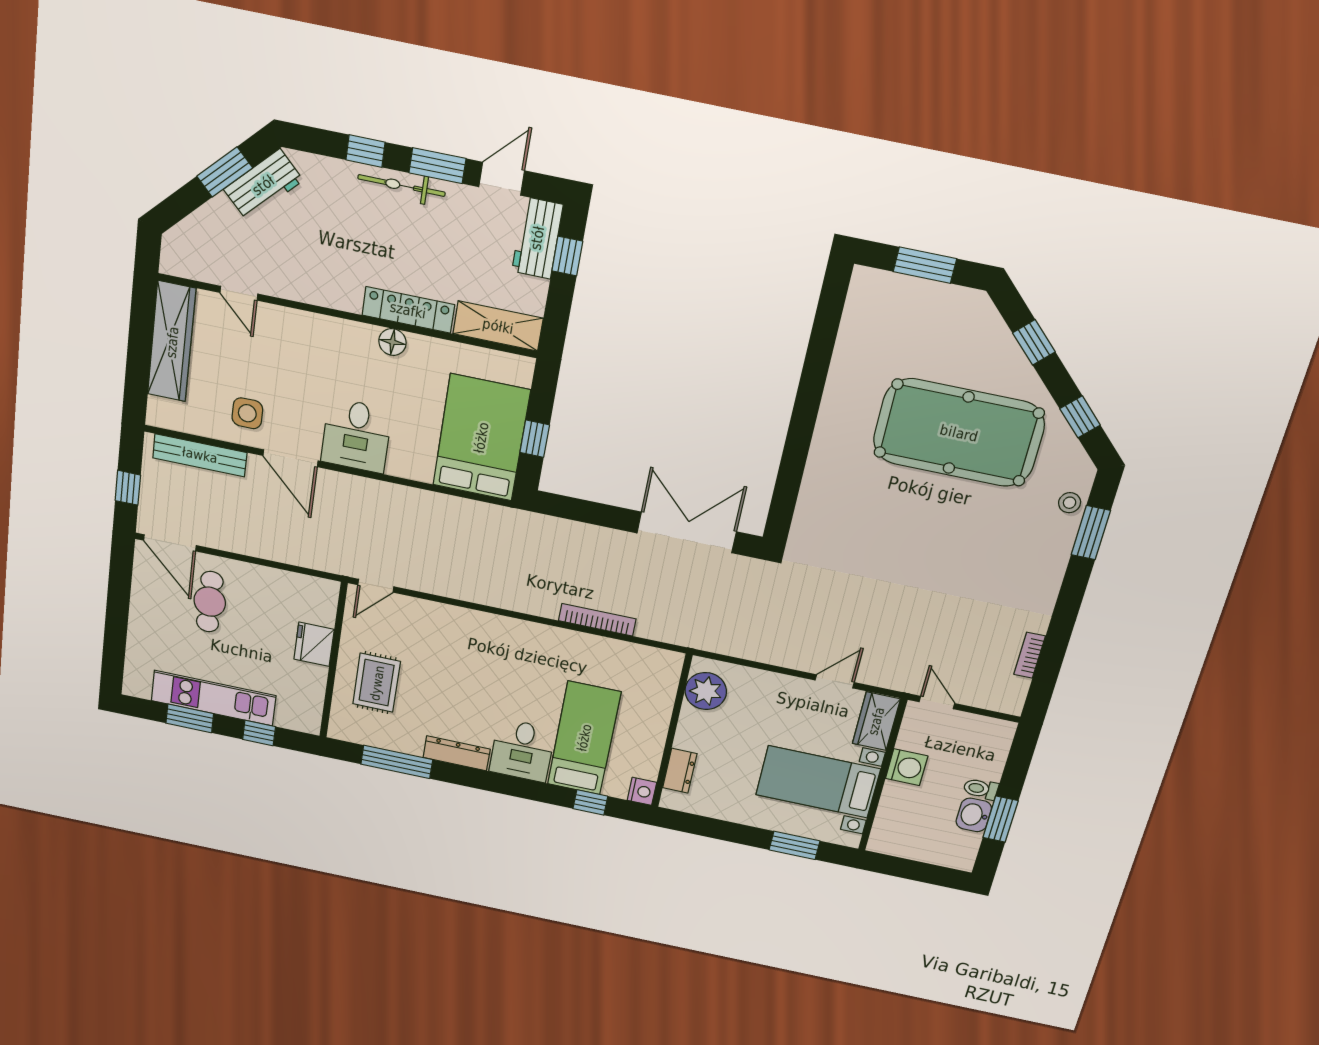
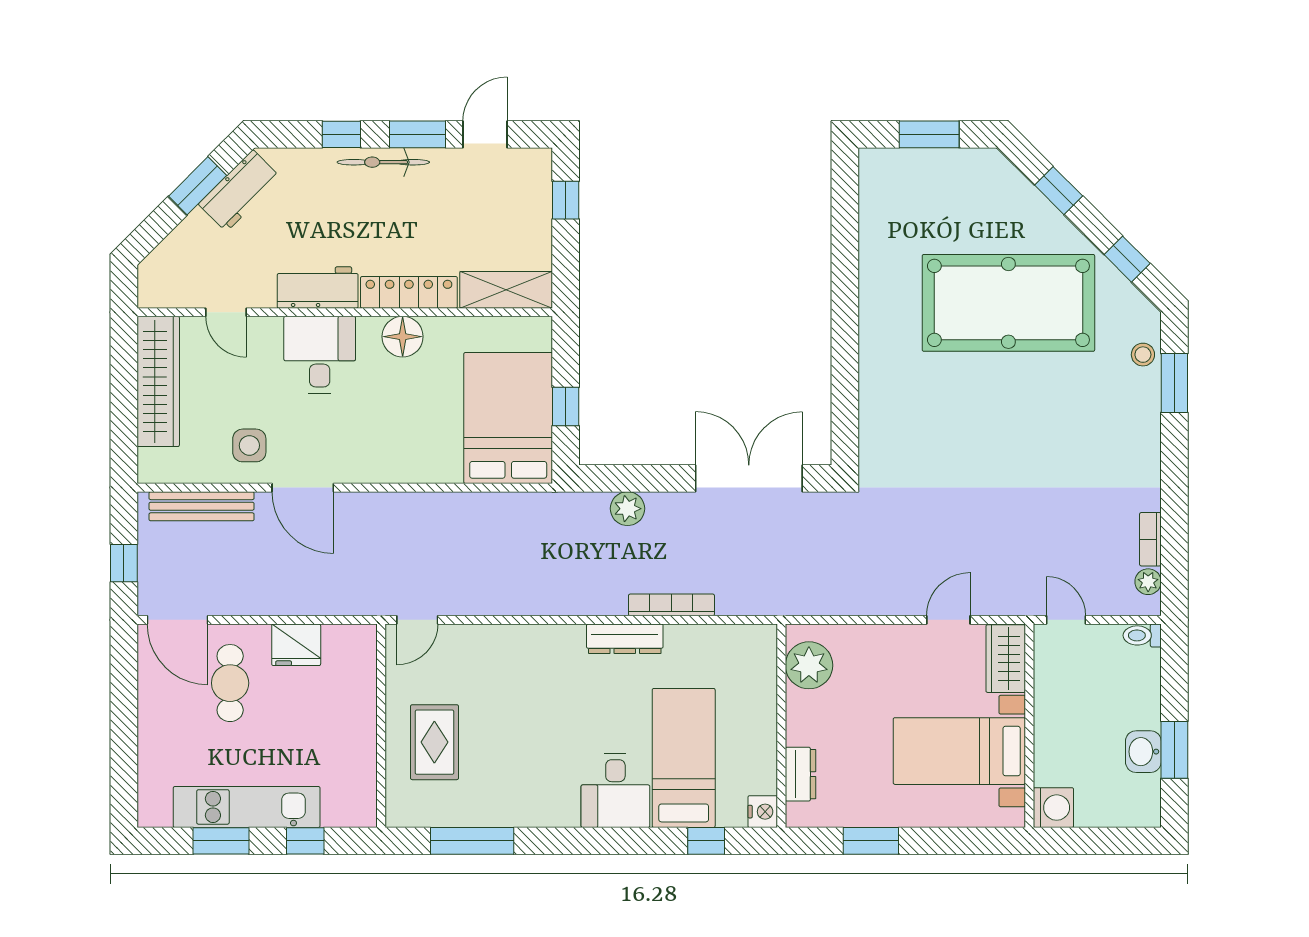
workbench: (537, 238) -> (318, 287), moved, turned 90
floor lamp: (392, 342) -> (403, 337), width x1.38, depth x1.38
desk: (356, 435) -> (320, 355), moved, turned 180
plant: (574, 535) -> (628, 509), added
fridge: (314, 644) -> (296, 645), moved, turned -90
plant: (1017, 688) -> (1148, 582), added
dresser: (457, 753) -> (625, 639), moved, turned 180
washing machine: (907, 767) -> (1053, 808), moved
toilet: (981, 789) -> (1142, 635), moved
window: (794, 845) -> (871, 841), moved

